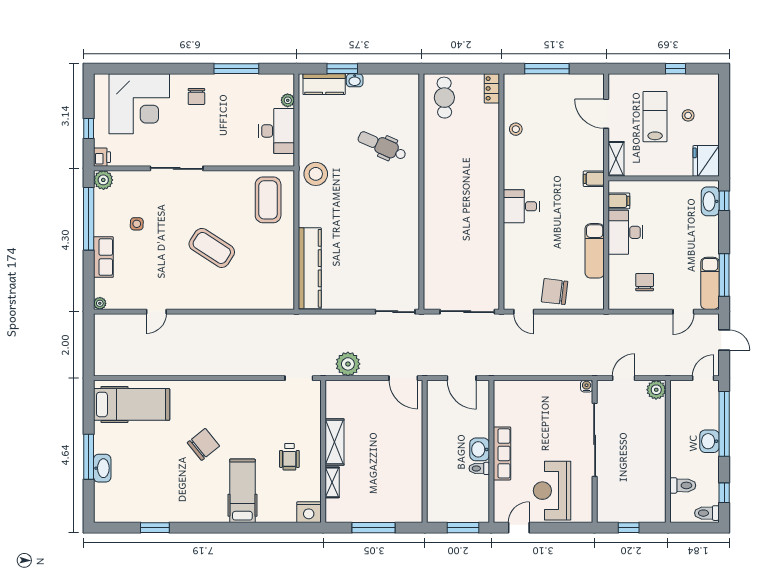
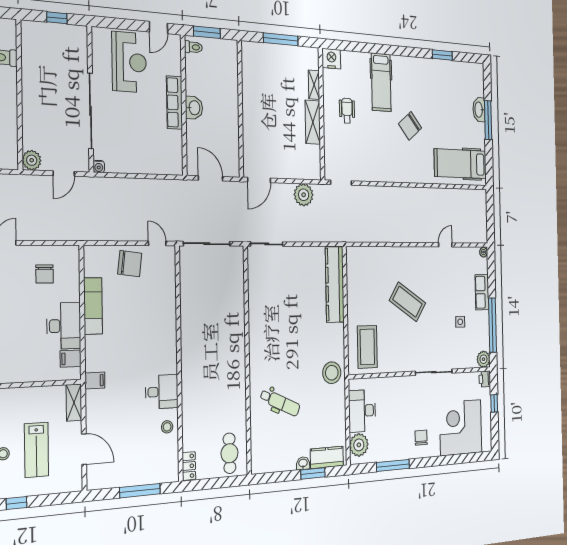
plant: (288, 100) -> (359, 445), width x1.87, depth x1.87
desk: (521, 206) -> (162, 392), moved
door: (403, 378) -> (259, 180), swing flipped
toilet: (479, 468) -> (193, 47), moved

